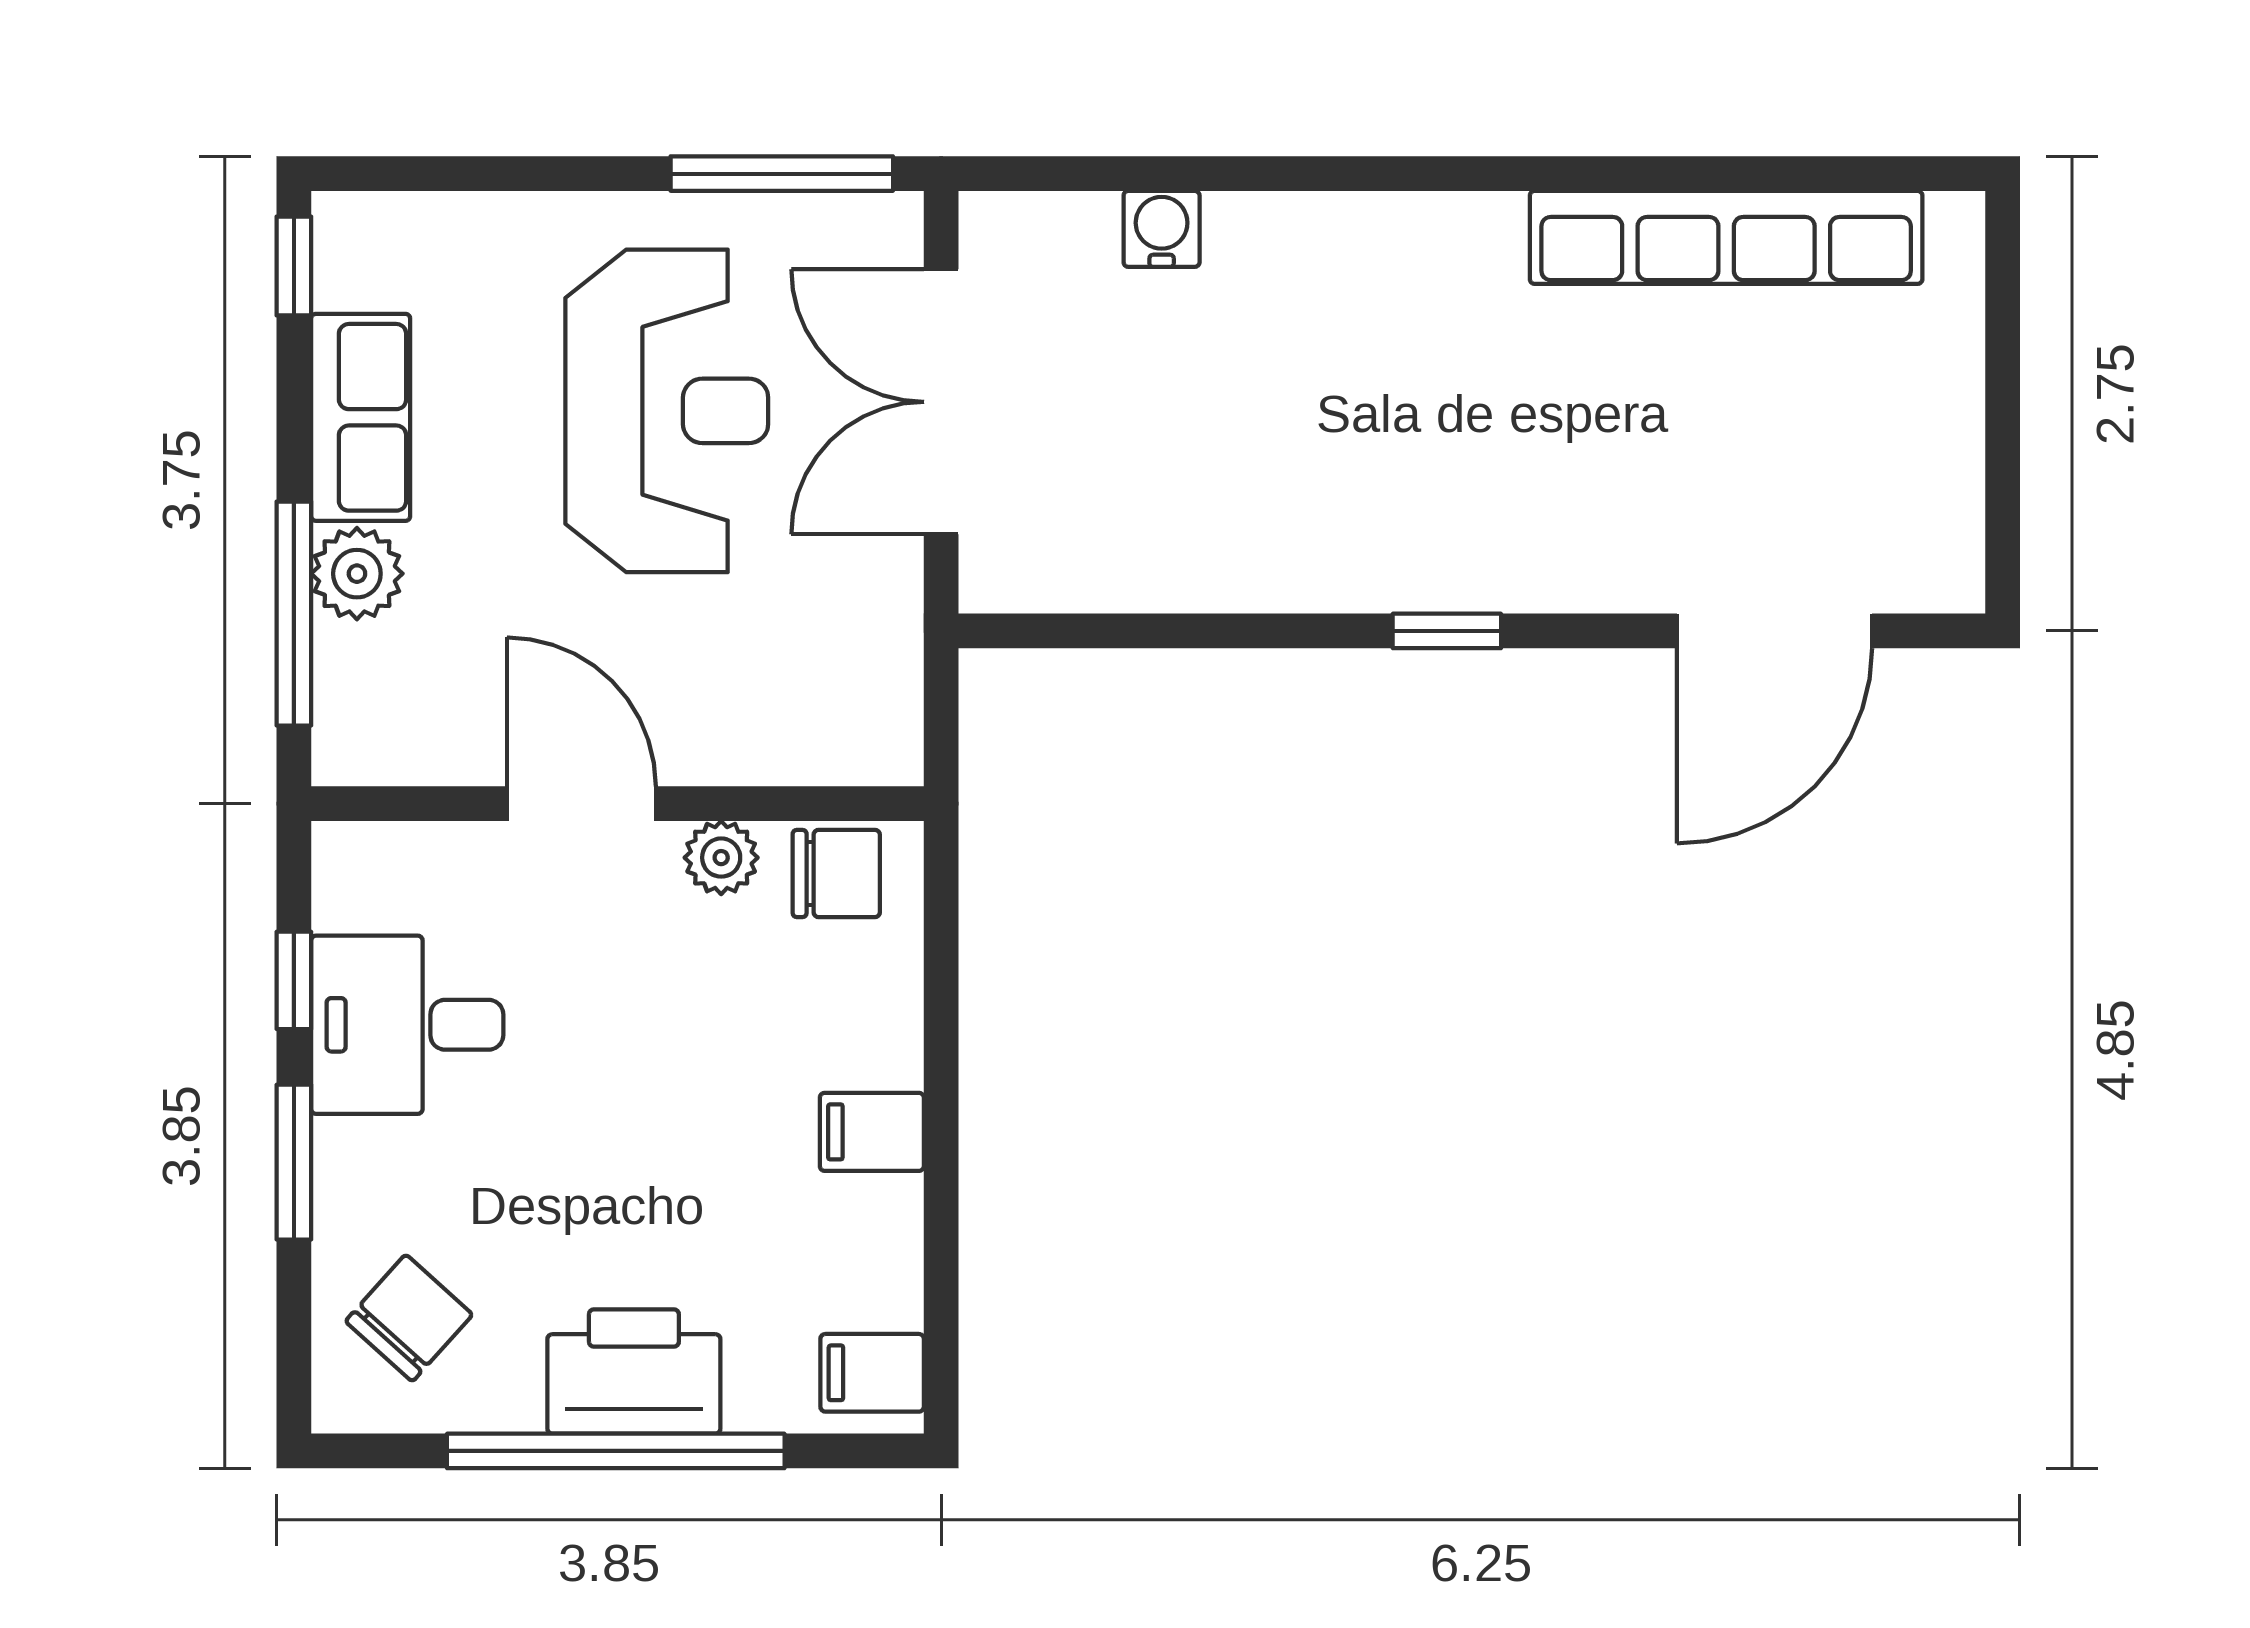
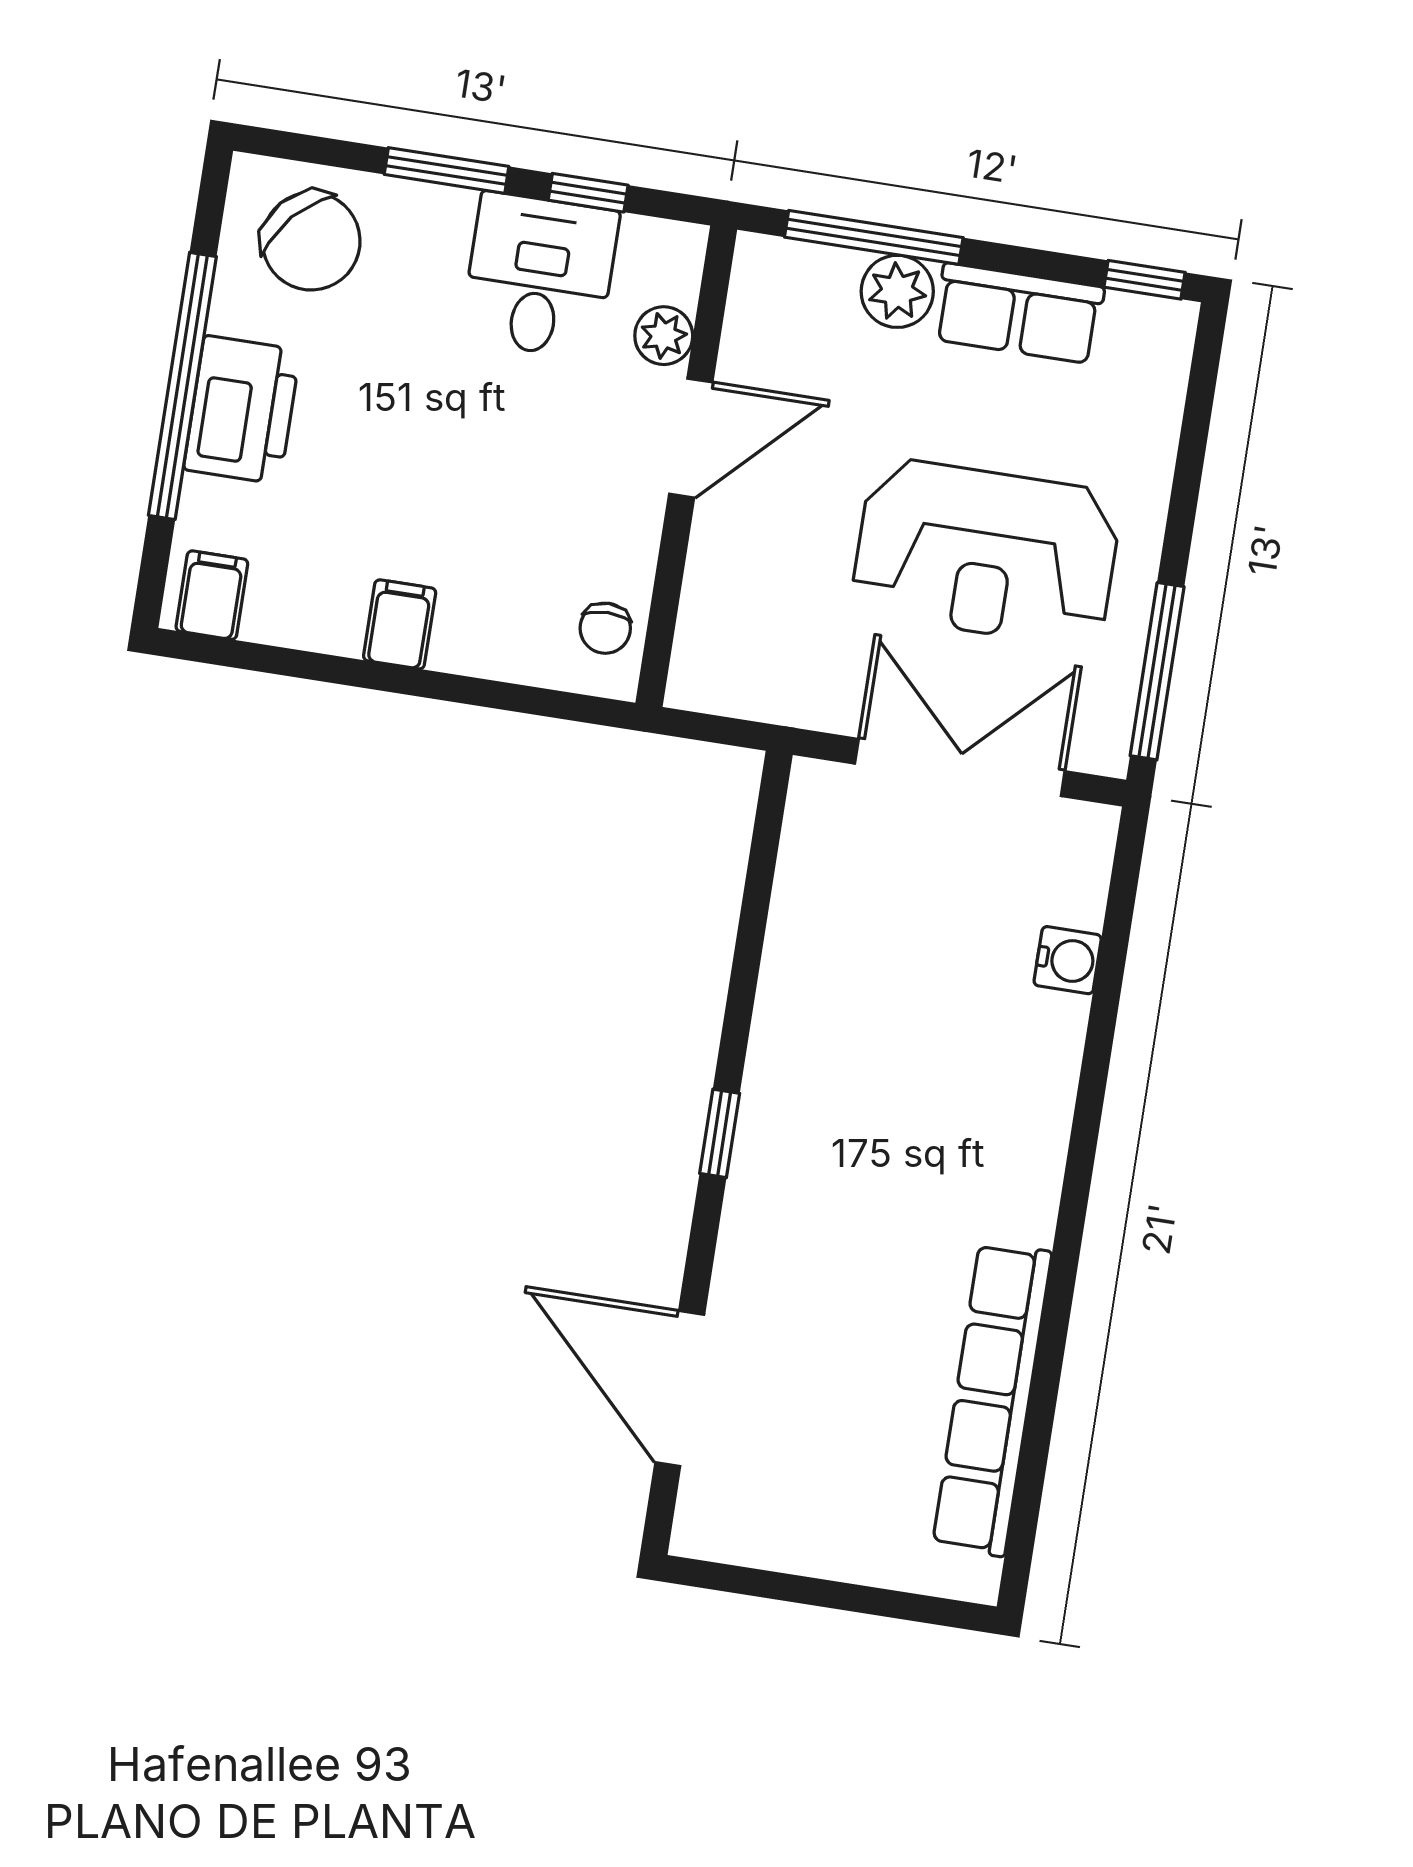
plant: (721, 858) -> (664, 336), moved
chair: (836, 873) -> (605, 628), width x0.73, depth x0.73
chair: (409, 1318) -> (311, 241), width x1.37, depth x1.37

